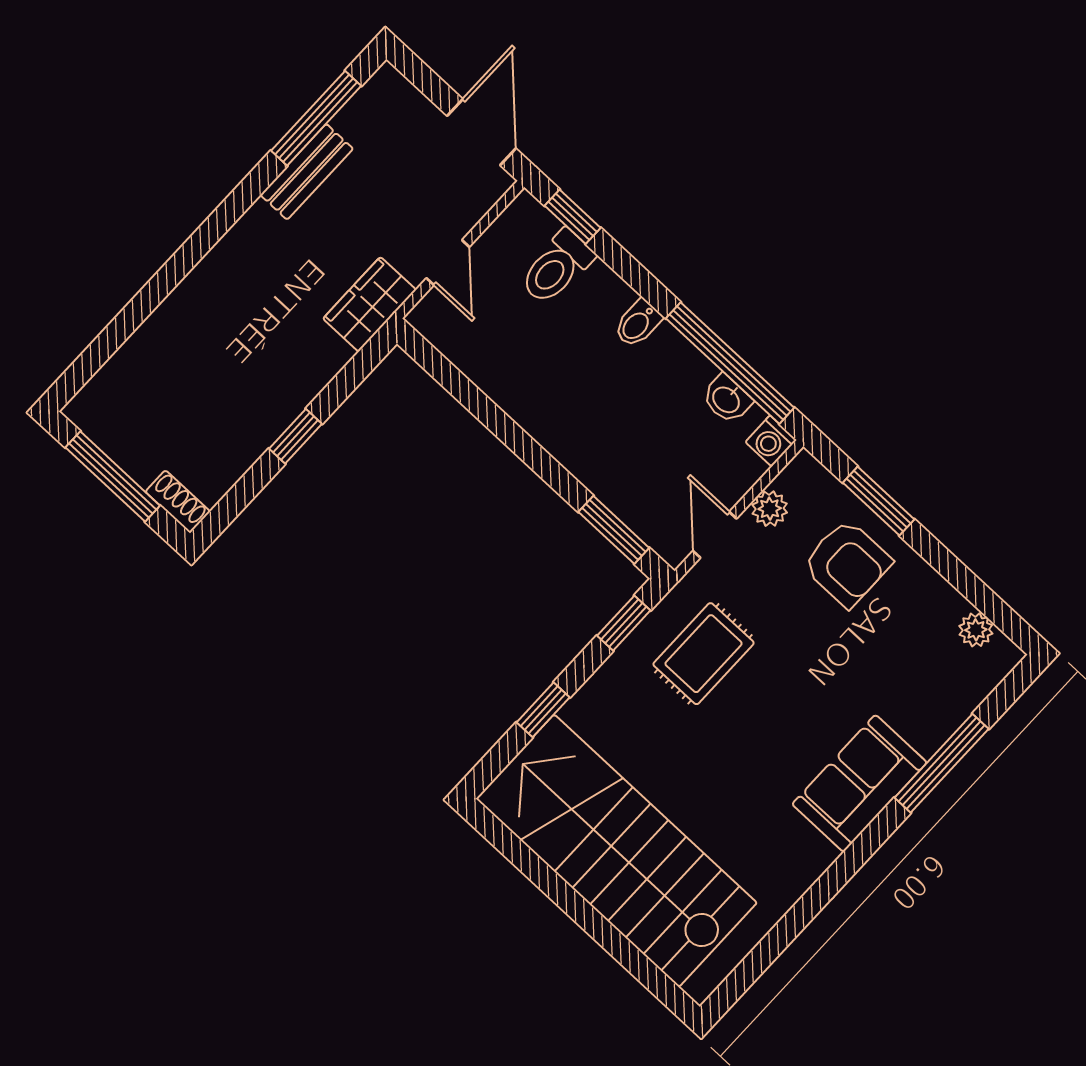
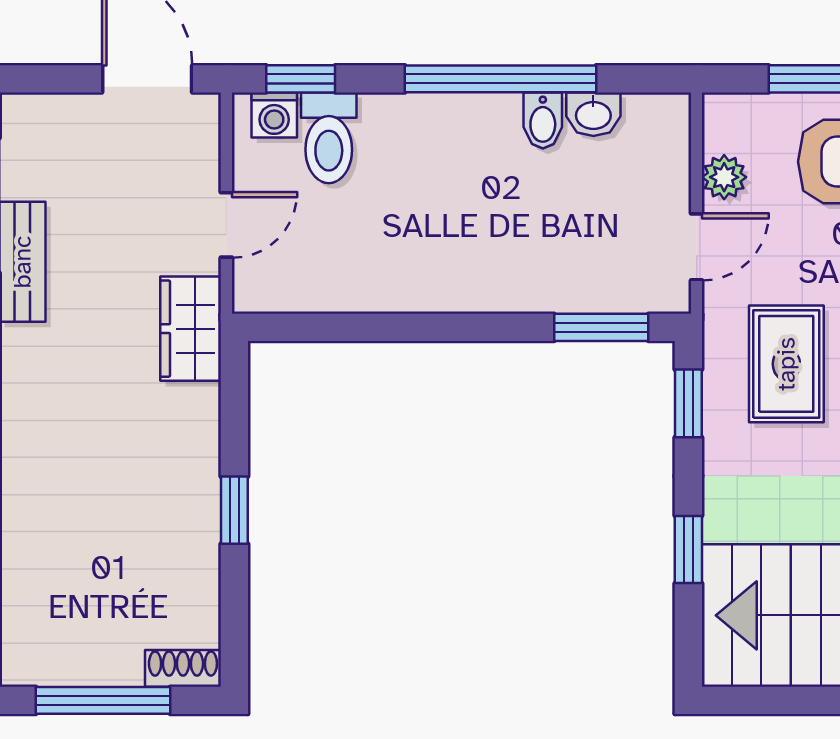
door: (448, 263) -> (226, 225), hinge flipped
bidet: (638, 323) -> (543, 121), moved
window: (730, 363) -> (500, 79), moved
washing machine: (771, 441) -> (274, 115), moved
door: (715, 535) -> (697, 247), swing flipped

